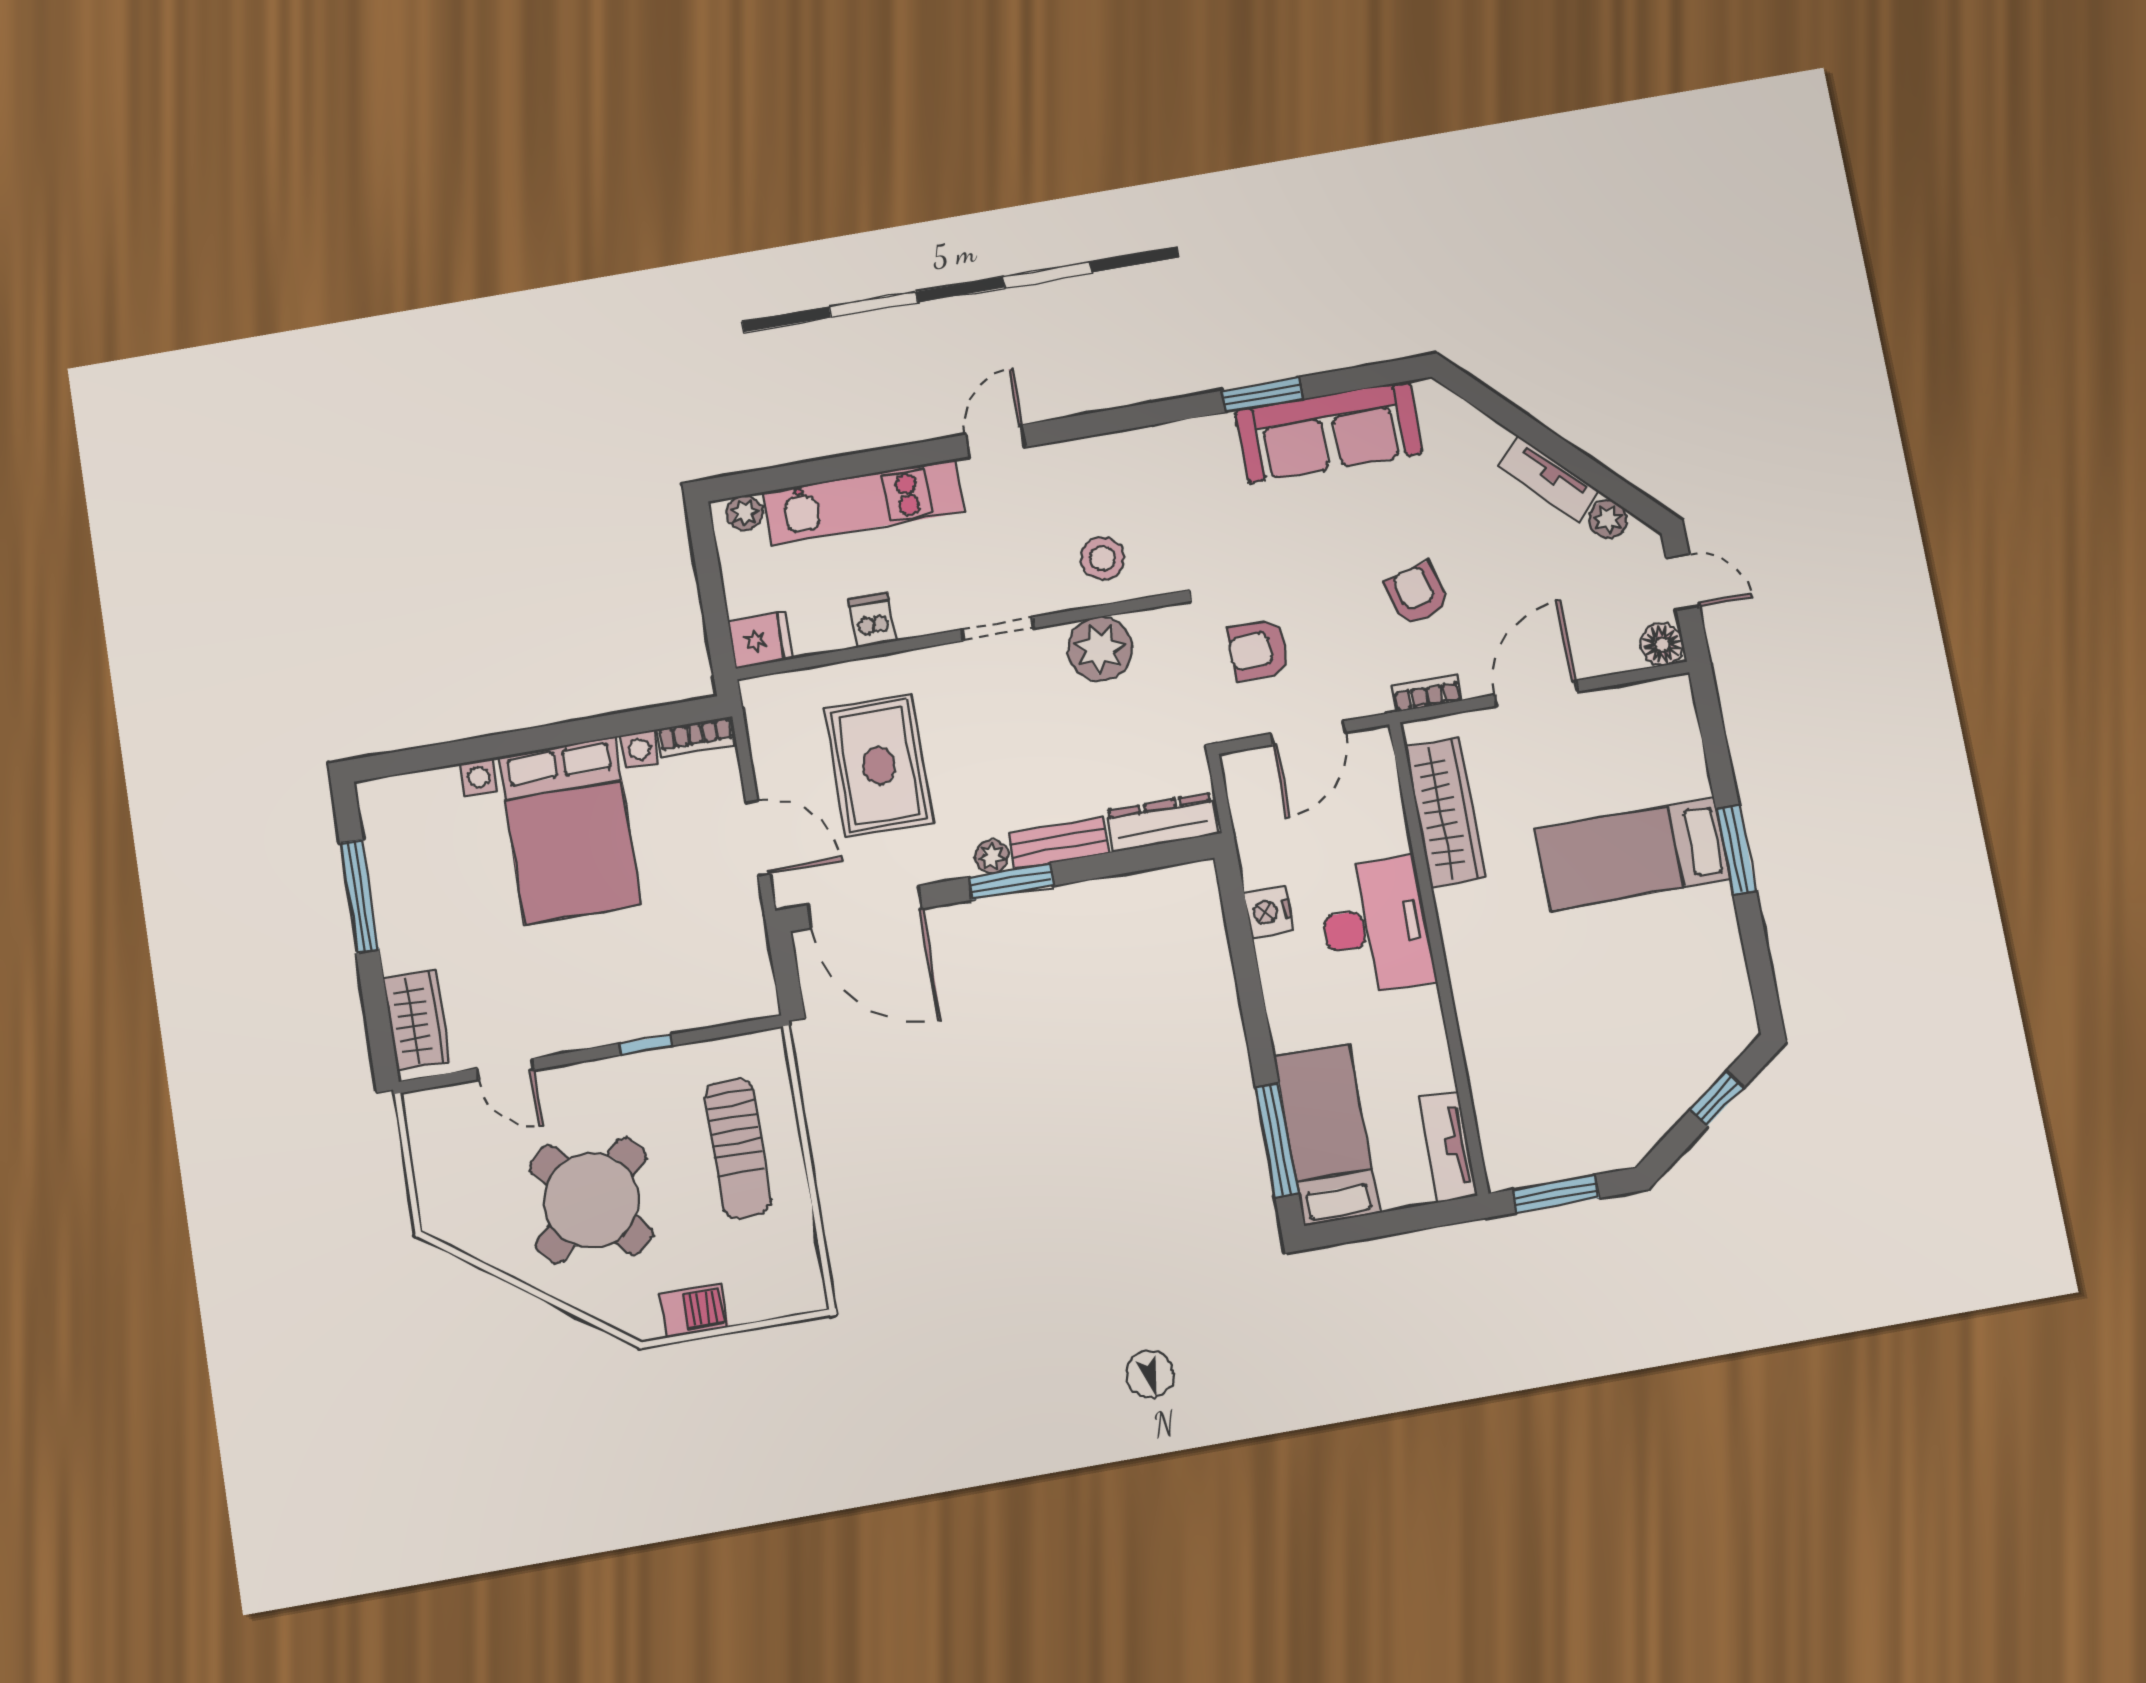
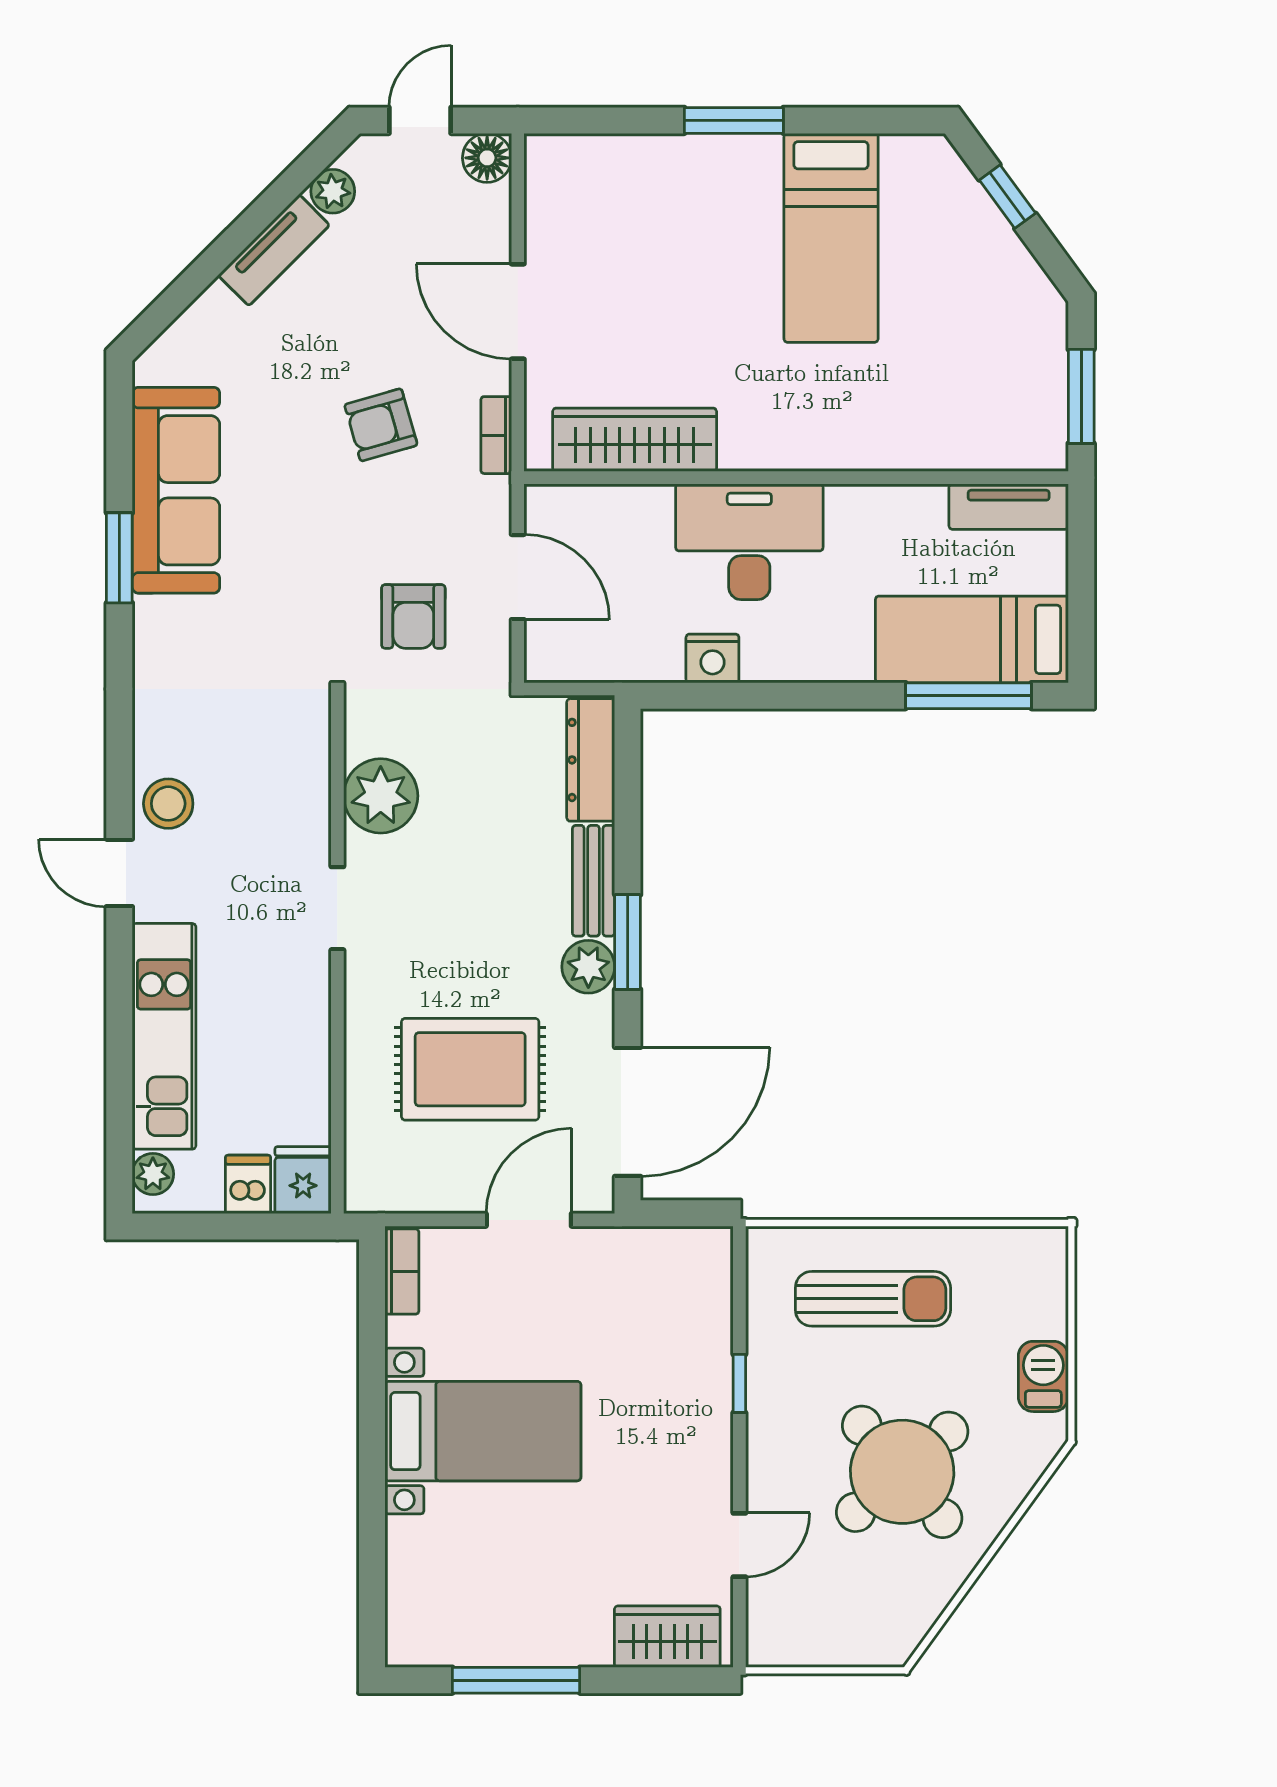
stool: (1103, 558) -> (168, 804), moved
dishwasher: (872, 620) -> (248, 1184), moved, turned 90
bed with nightstands: (570, 830) -> (483, 1431), width x0.73
bed: (1632, 854) -> (831, 238), moved
plant: (992, 856) -> (588, 967), width x1.38, depth x1.38

